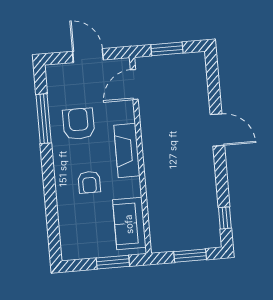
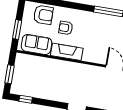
armchair: (79, 124) -> (43, 15), moved
fireplace: (127, 151) -> (67, 52), moved

